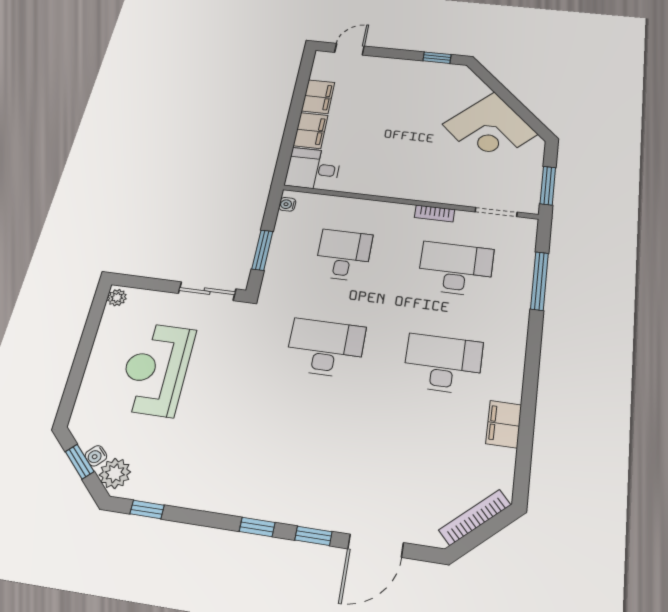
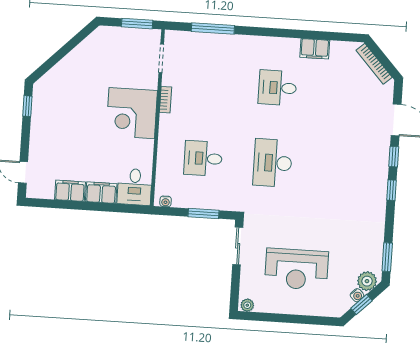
corner desk: (490, 129) -> (132, 113), moved, turned 135
desk: (456, 269) -> (208, 83), removed
desk: (443, 364) -> (277, 88), width x0.73
window: (147, 509) -> (387, 257), width x1.50

